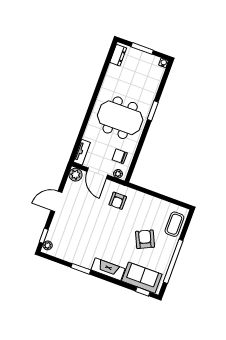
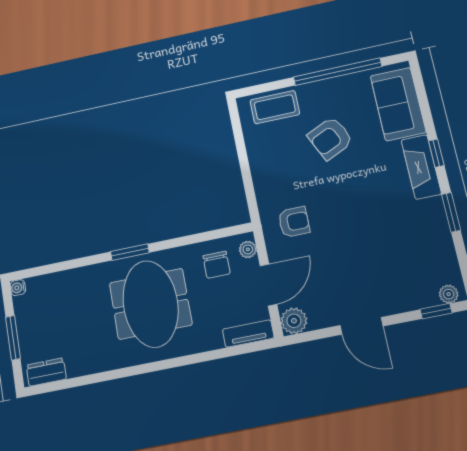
window: (153, 111) -> (130, 252), moved
window: (143, 292) -> (436, 153), moved

